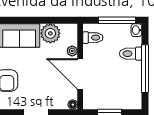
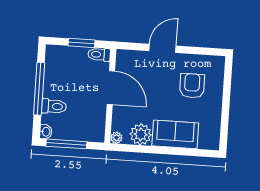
toilet: (93, 38) -> (99, 55), moved
plant: (72, 51) -> (116, 138), moved
floor lamp: (73, 105) -> (121, 55), removed

